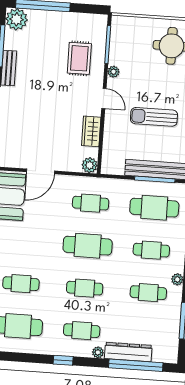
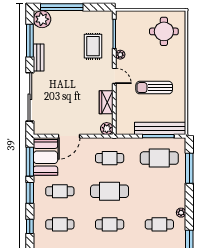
cafe table: (151, 250) -> (60, 191), moved

